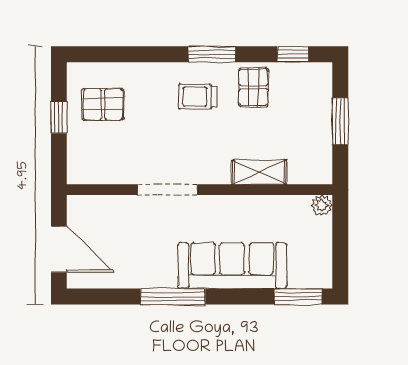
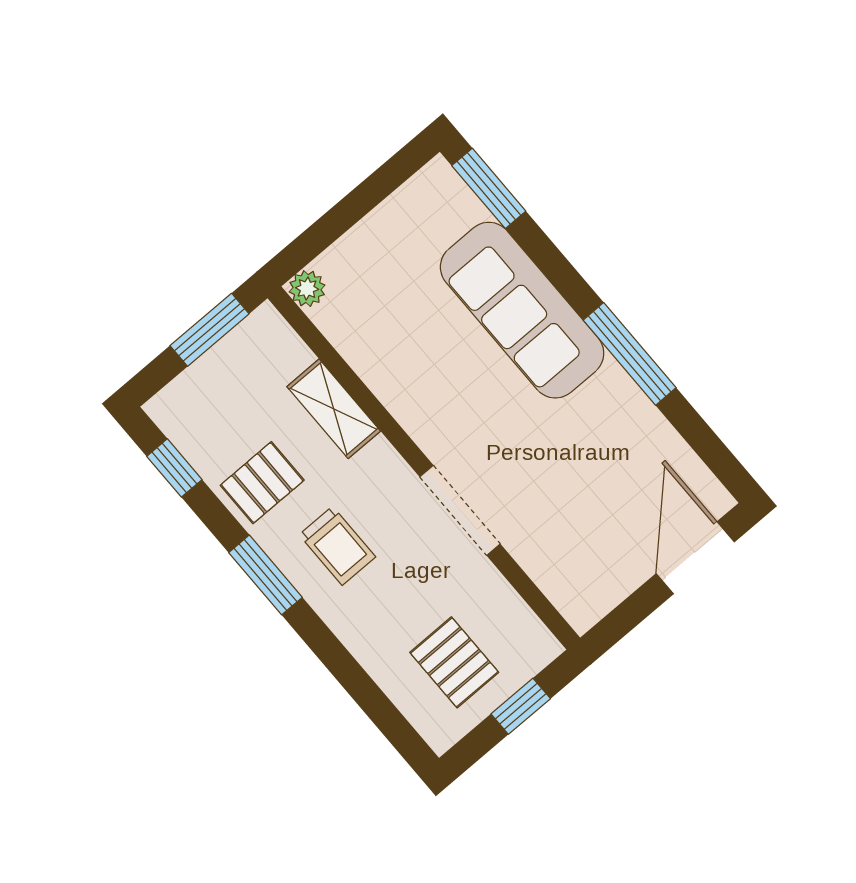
shelving: (259, 172) -> (334, 409), moved
doorway: (168, 190) -> (460, 510), moved
wall: (200, 190) -> (424, 468), moved
plant: (322, 205) -> (307, 289), moved

